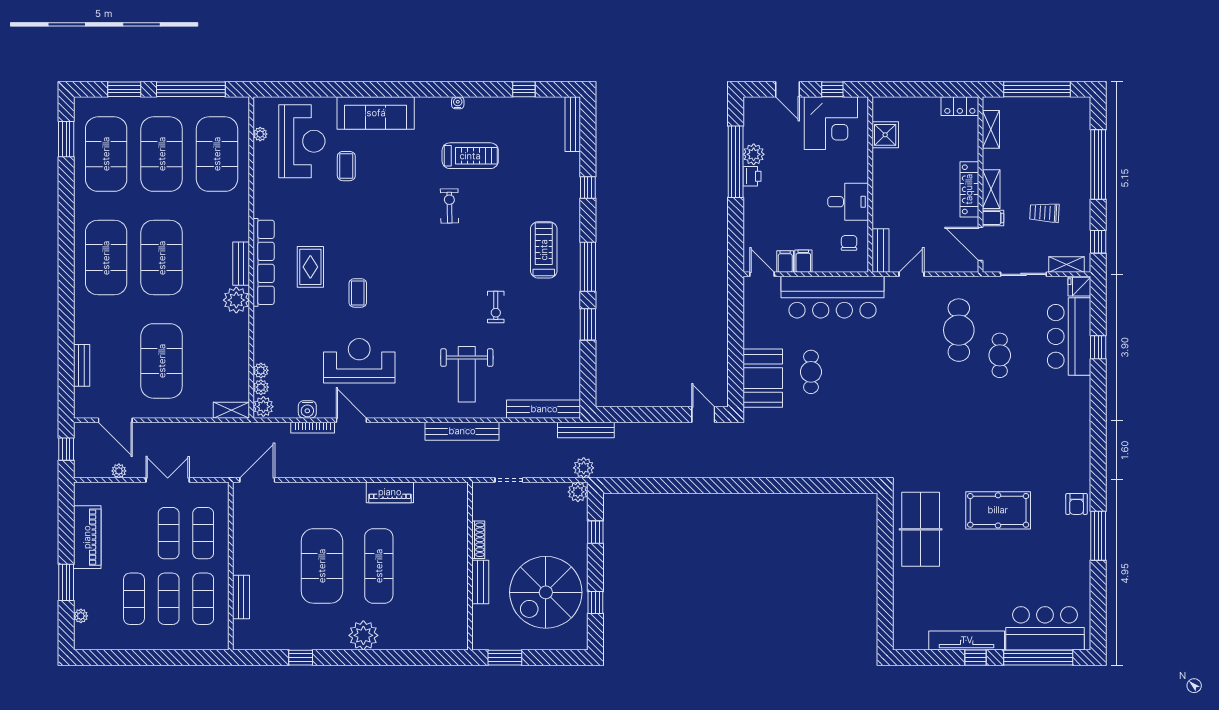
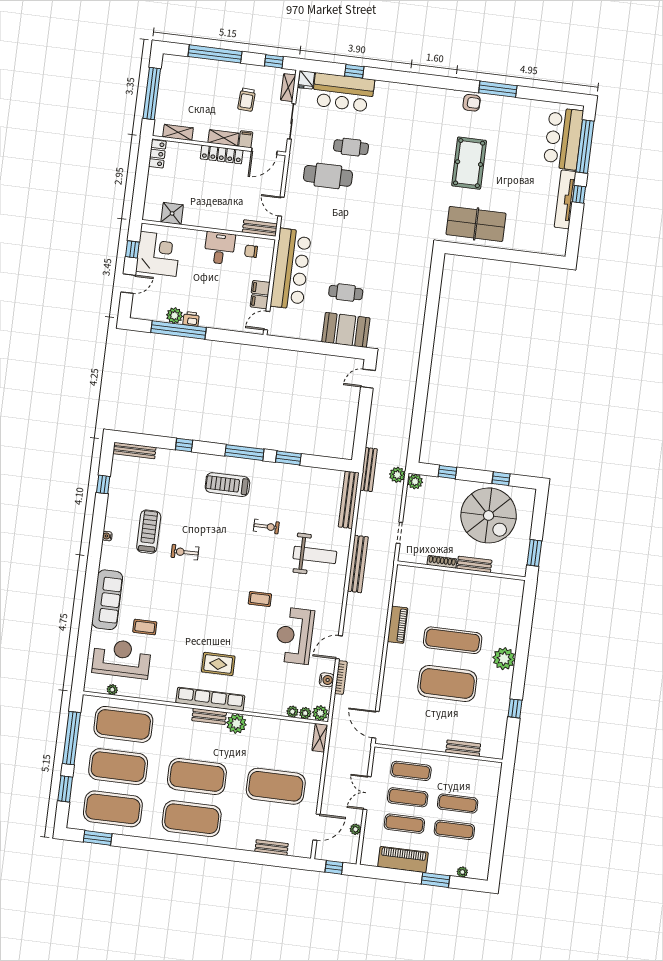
coffee table: (358, 293) -> (260, 599), moved
exercise mat: (203, 599) -> (404, 824), moved

